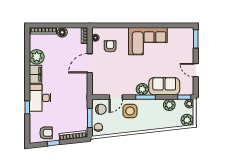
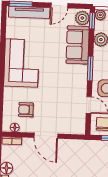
tv unit: (189, 46) -> (29, 12), added
plant: (142, 89) -> (82, 18), moved

